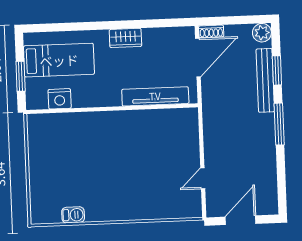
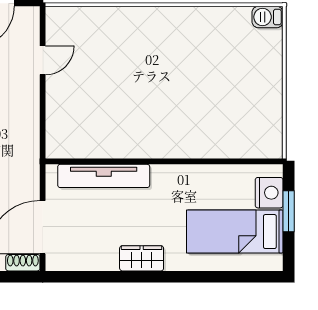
nightstand: (60, 99) -> (269, 193), moved, turned 90
barbecue: (73, 215) -> (267, 17), moved

